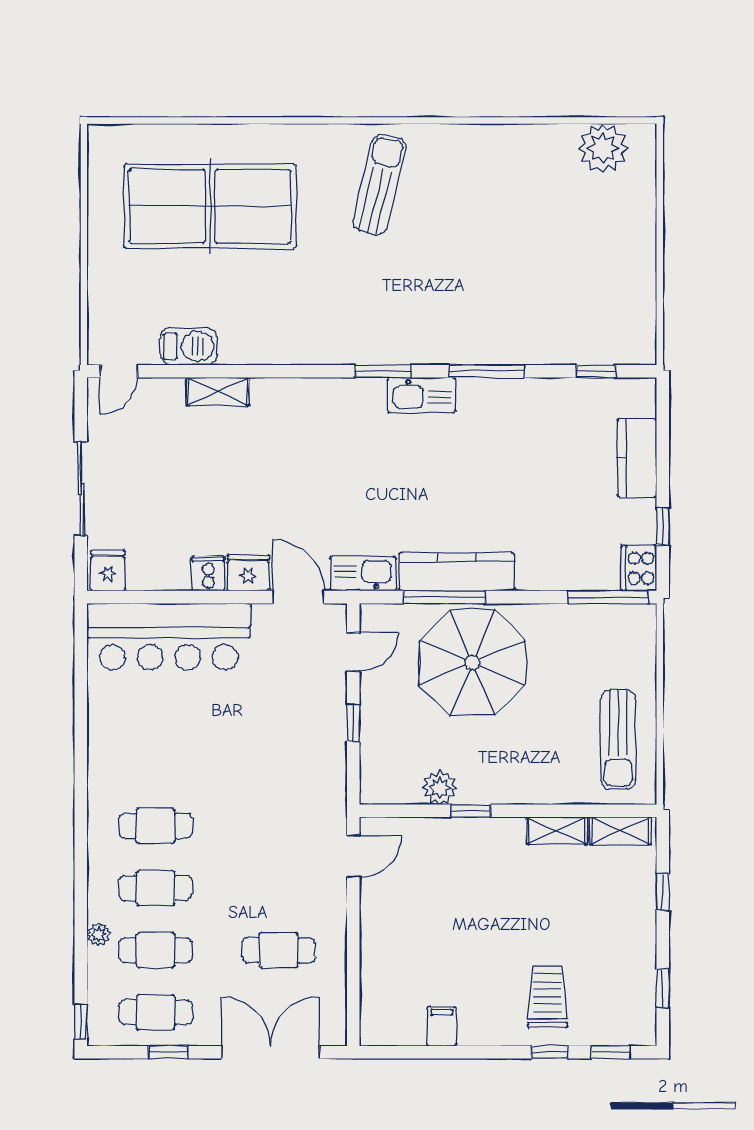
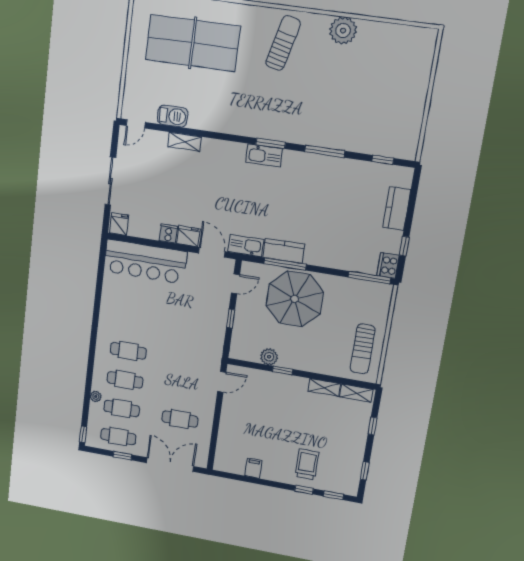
plant: (603, 148) -> (343, 31), moved
kitchen sink: (422, 395) -> (264, 155), moved
kitchen counter: (457, 572) -> (284, 251), width x0.67

